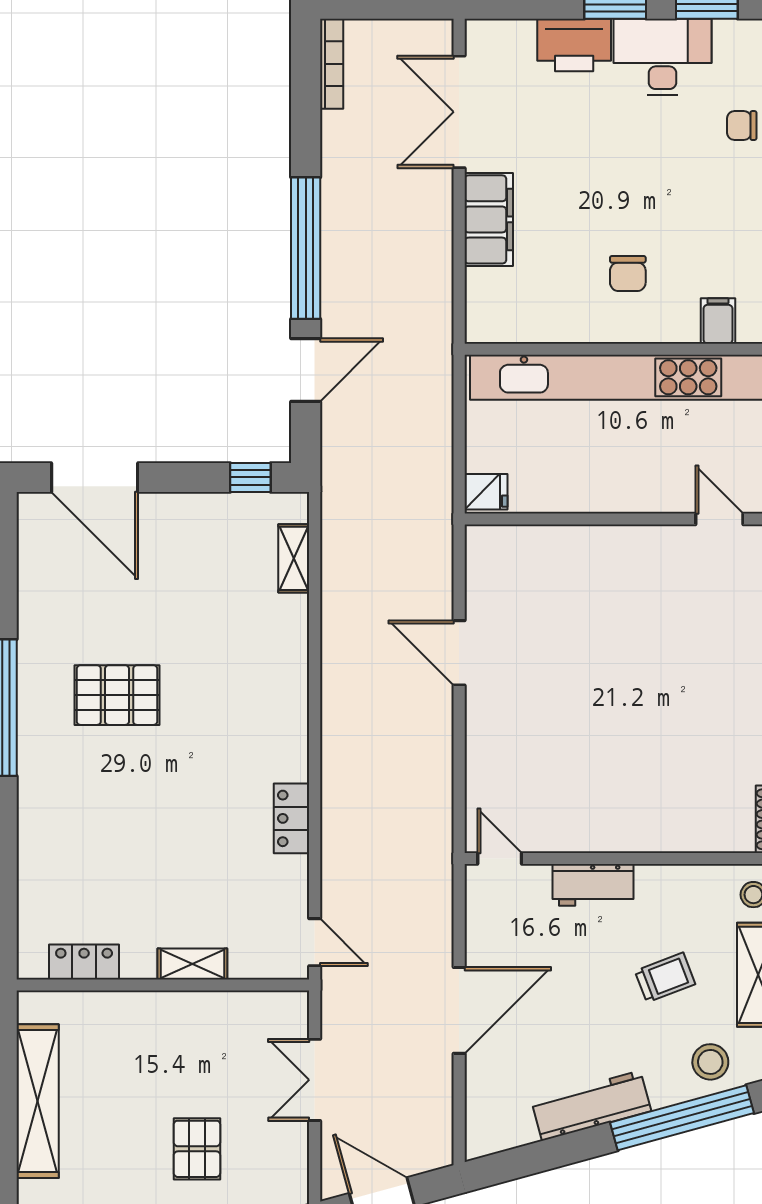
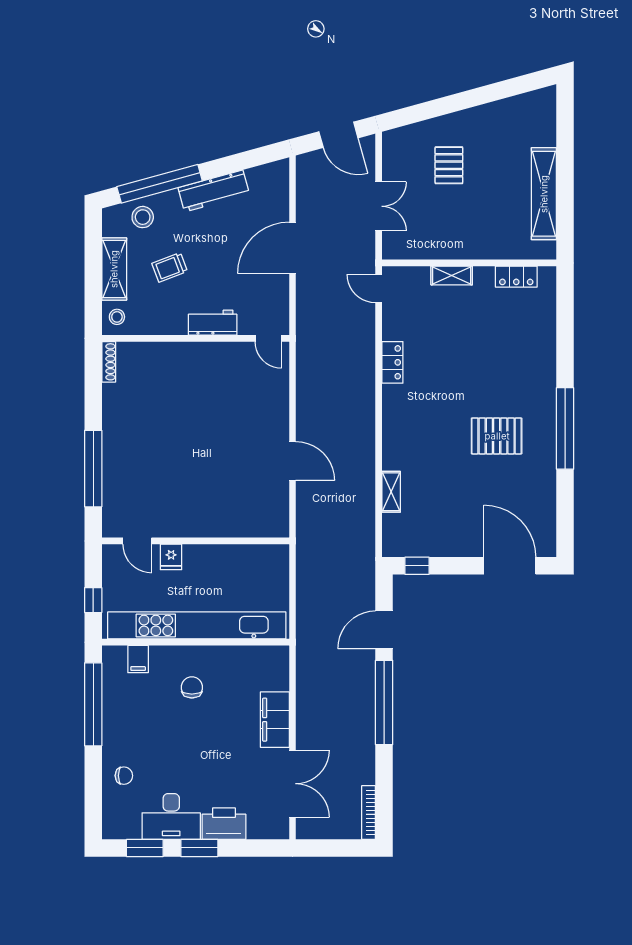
fridge: (486, 492) -> (171, 557), moved, turned -90
shelving: (294, 558) -> (391, 492), moved

